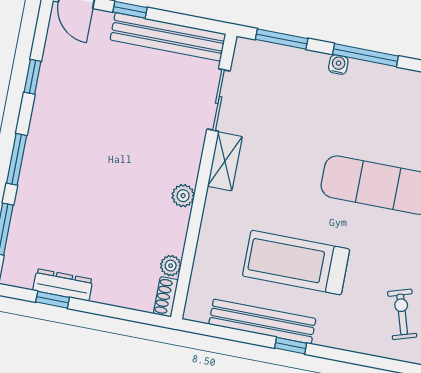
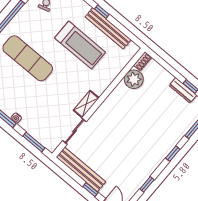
window: (17, 159) -> (173, 154), width x0.67
plant: (183, 196) -> (112, 99), removed
plant: (171, 266) -> (134, 79), width x1.88, depth x1.88

